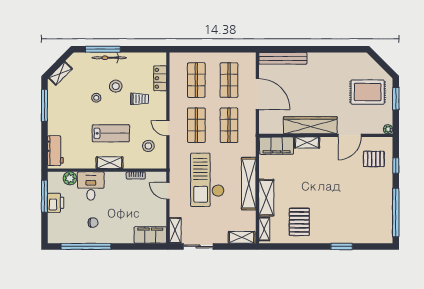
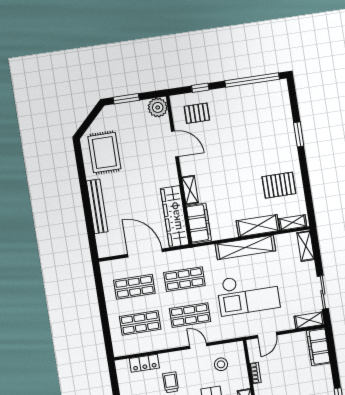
bench: (283, 58) -> (97, 206), moved
rug: (368, 92) -> (104, 153), moved
door: (257, 94) -> (145, 253), hinge flipped
wardrobe: (310, 125) -> (175, 216), moved
door: (168, 128) -> (198, 346), swing flipped
plant: (388, 129) -> (158, 107), width x1.88, depth x1.88
pallet: (374, 159) -> (197, 113), turned 90

